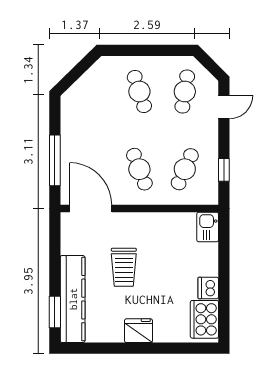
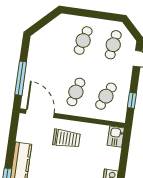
cafe table: (139, 92) -> (83, 41), turned 33
cafe table: (139, 169) -> (76, 92), turned 36
trolley: (124, 267) -> (66, 139), moved, turned -90

